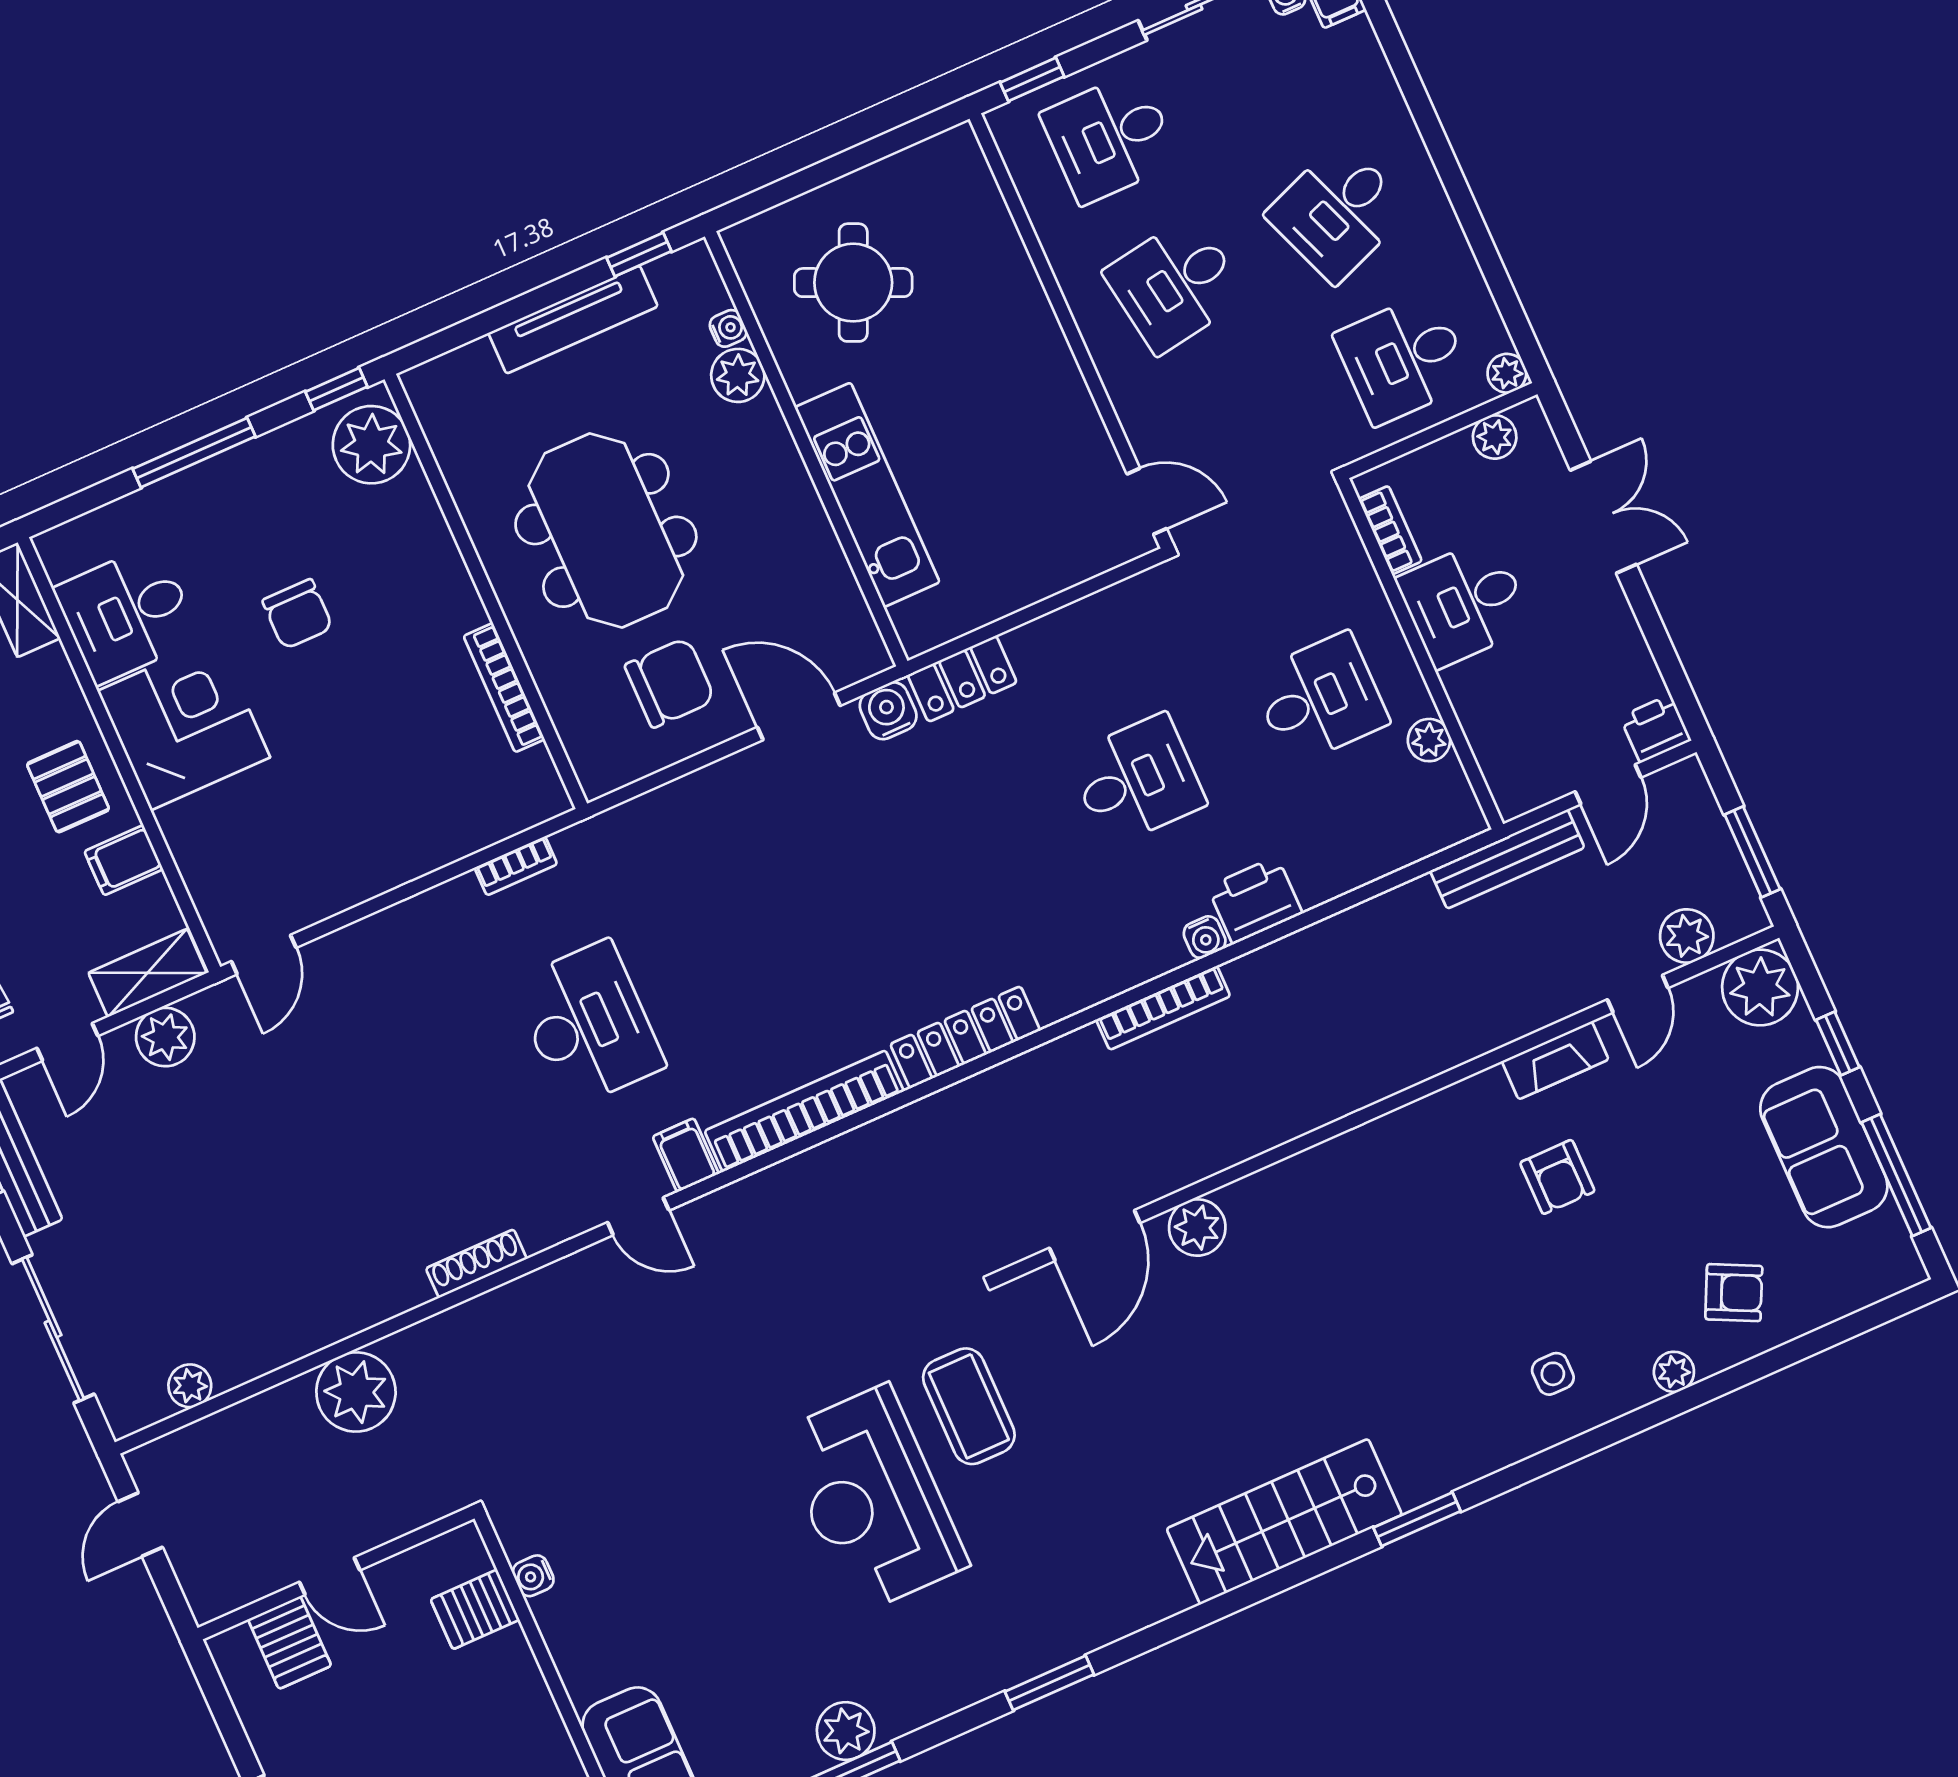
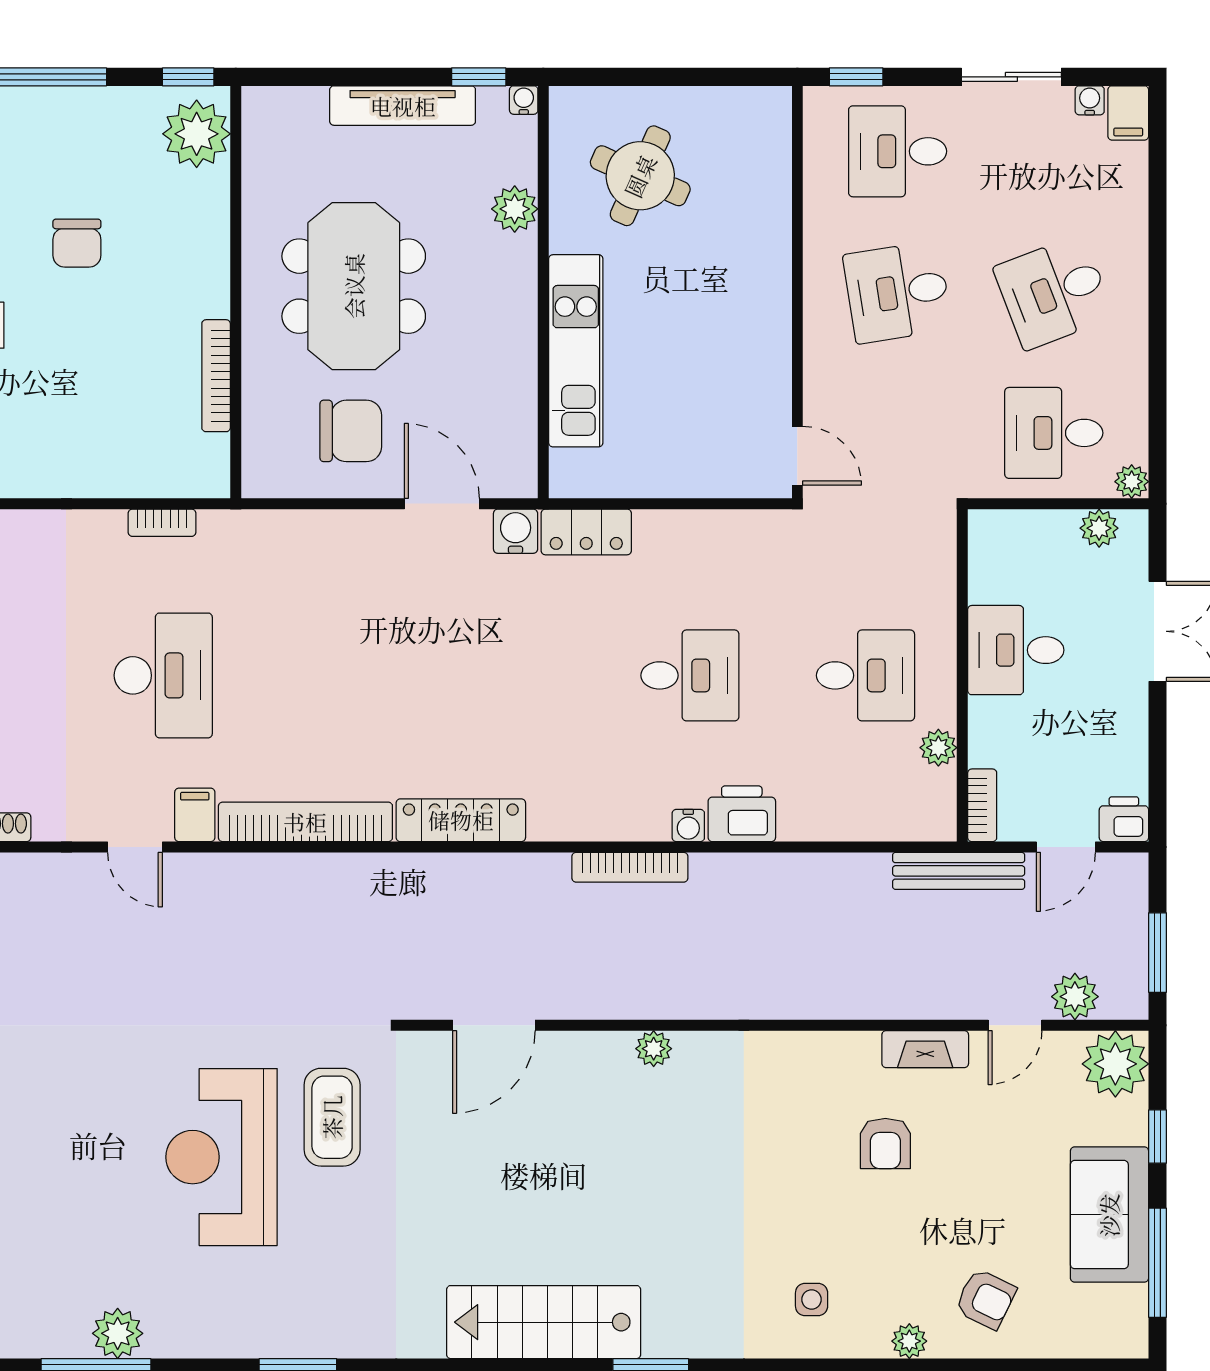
water cooler: (728, 328) -> (524, 100), moved, turned -90
bookcase: (1390, 530) -> (982, 805), moved
plant: (1197, 1227) -> (654, 1049), moved, width x0.73, depth x0.73

